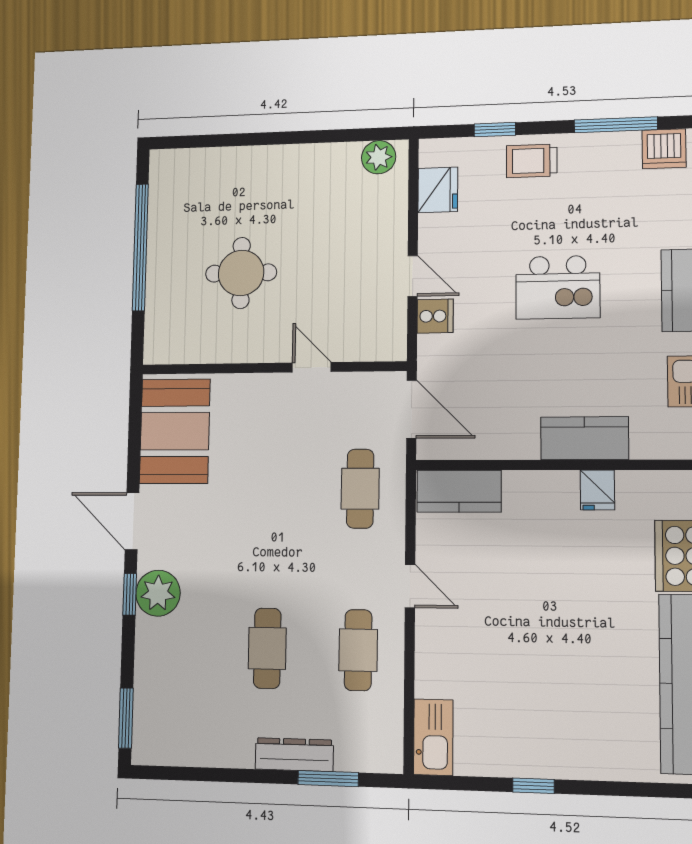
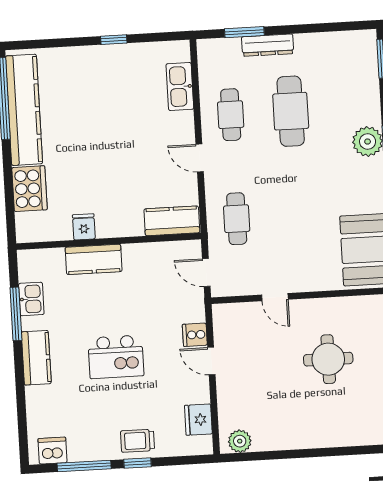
window: (495, 130) -> (138, 463), moved
trolley: (532, 161) -> (137, 441), turned 180
kitchen island: (558, 287) -> (116, 357), turned 180
door: (411, 409) -> (206, 273), width x0.73
cafe table: (267, 648) -> (291, 111), width x1.37, depth x1.35
kitchen sink: (433, 737) -> (180, 87), moved

